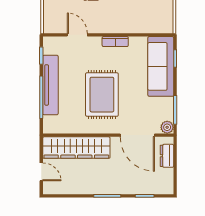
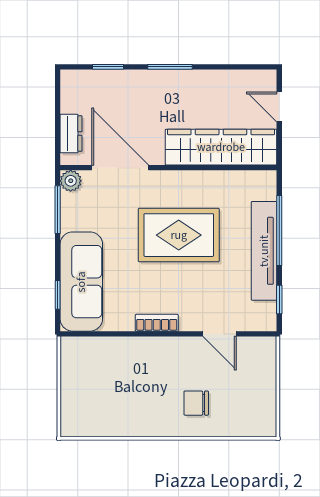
rug: (102, 95) -> (179, 235), turned 90

